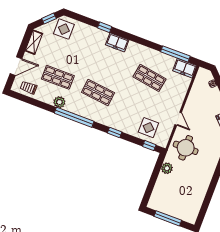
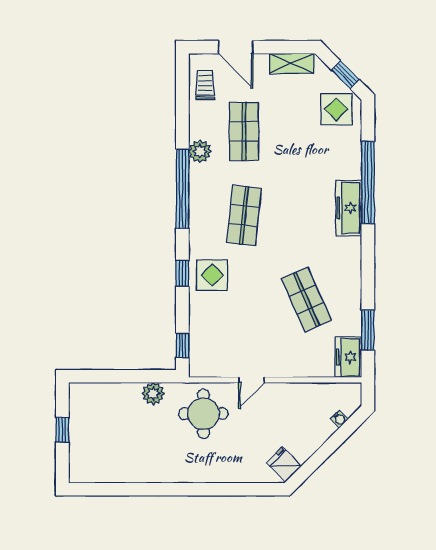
window: (105, 27) -> (368, 182), width x3.17
freezer: (117, 42) -> (349, 208), width x1.40
window: (175, 54) -> (368, 330), width x0.69
shop shelf: (150, 78) -> (306, 299), turned -33
display table: (148, 128) -> (212, 275), moved
window: (168, 218) -> (62, 430), width x0.46

